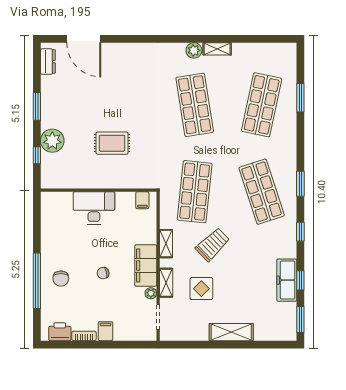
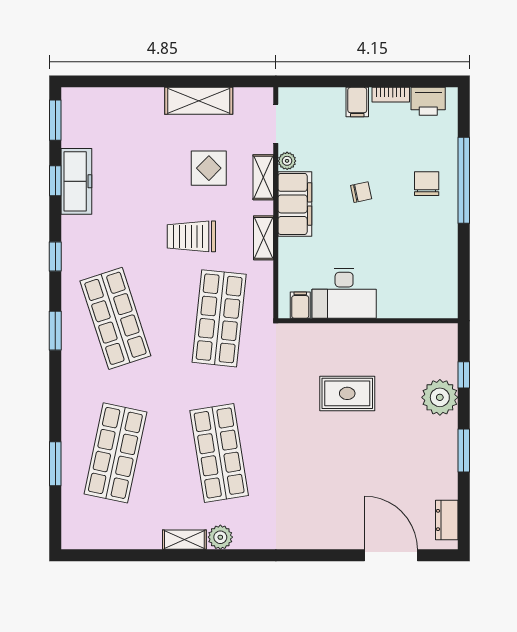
desk: (94, 208) -> (344, 293), moved
trolley: (213, 245) -> (191, 236), turned 44
shelving: (231, 332) -> (199, 101), moved

